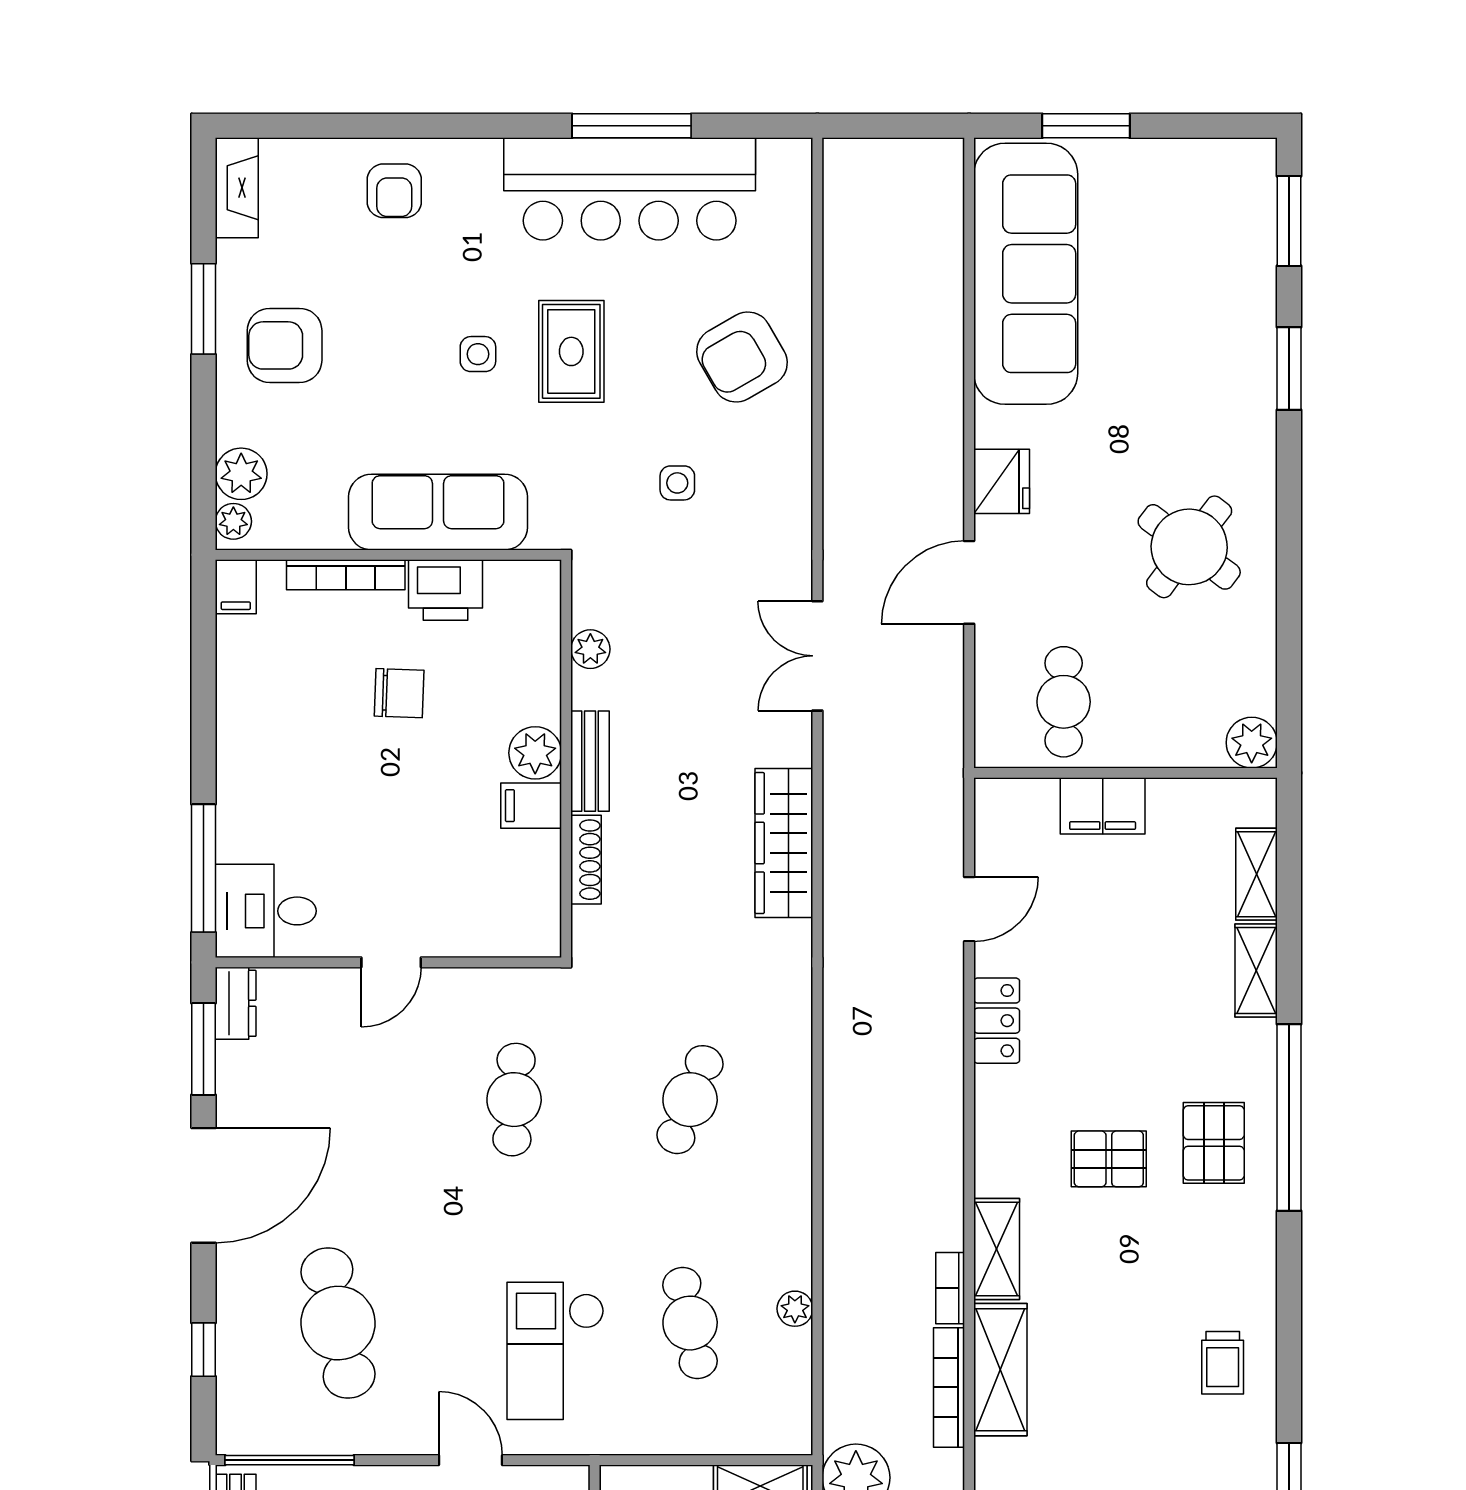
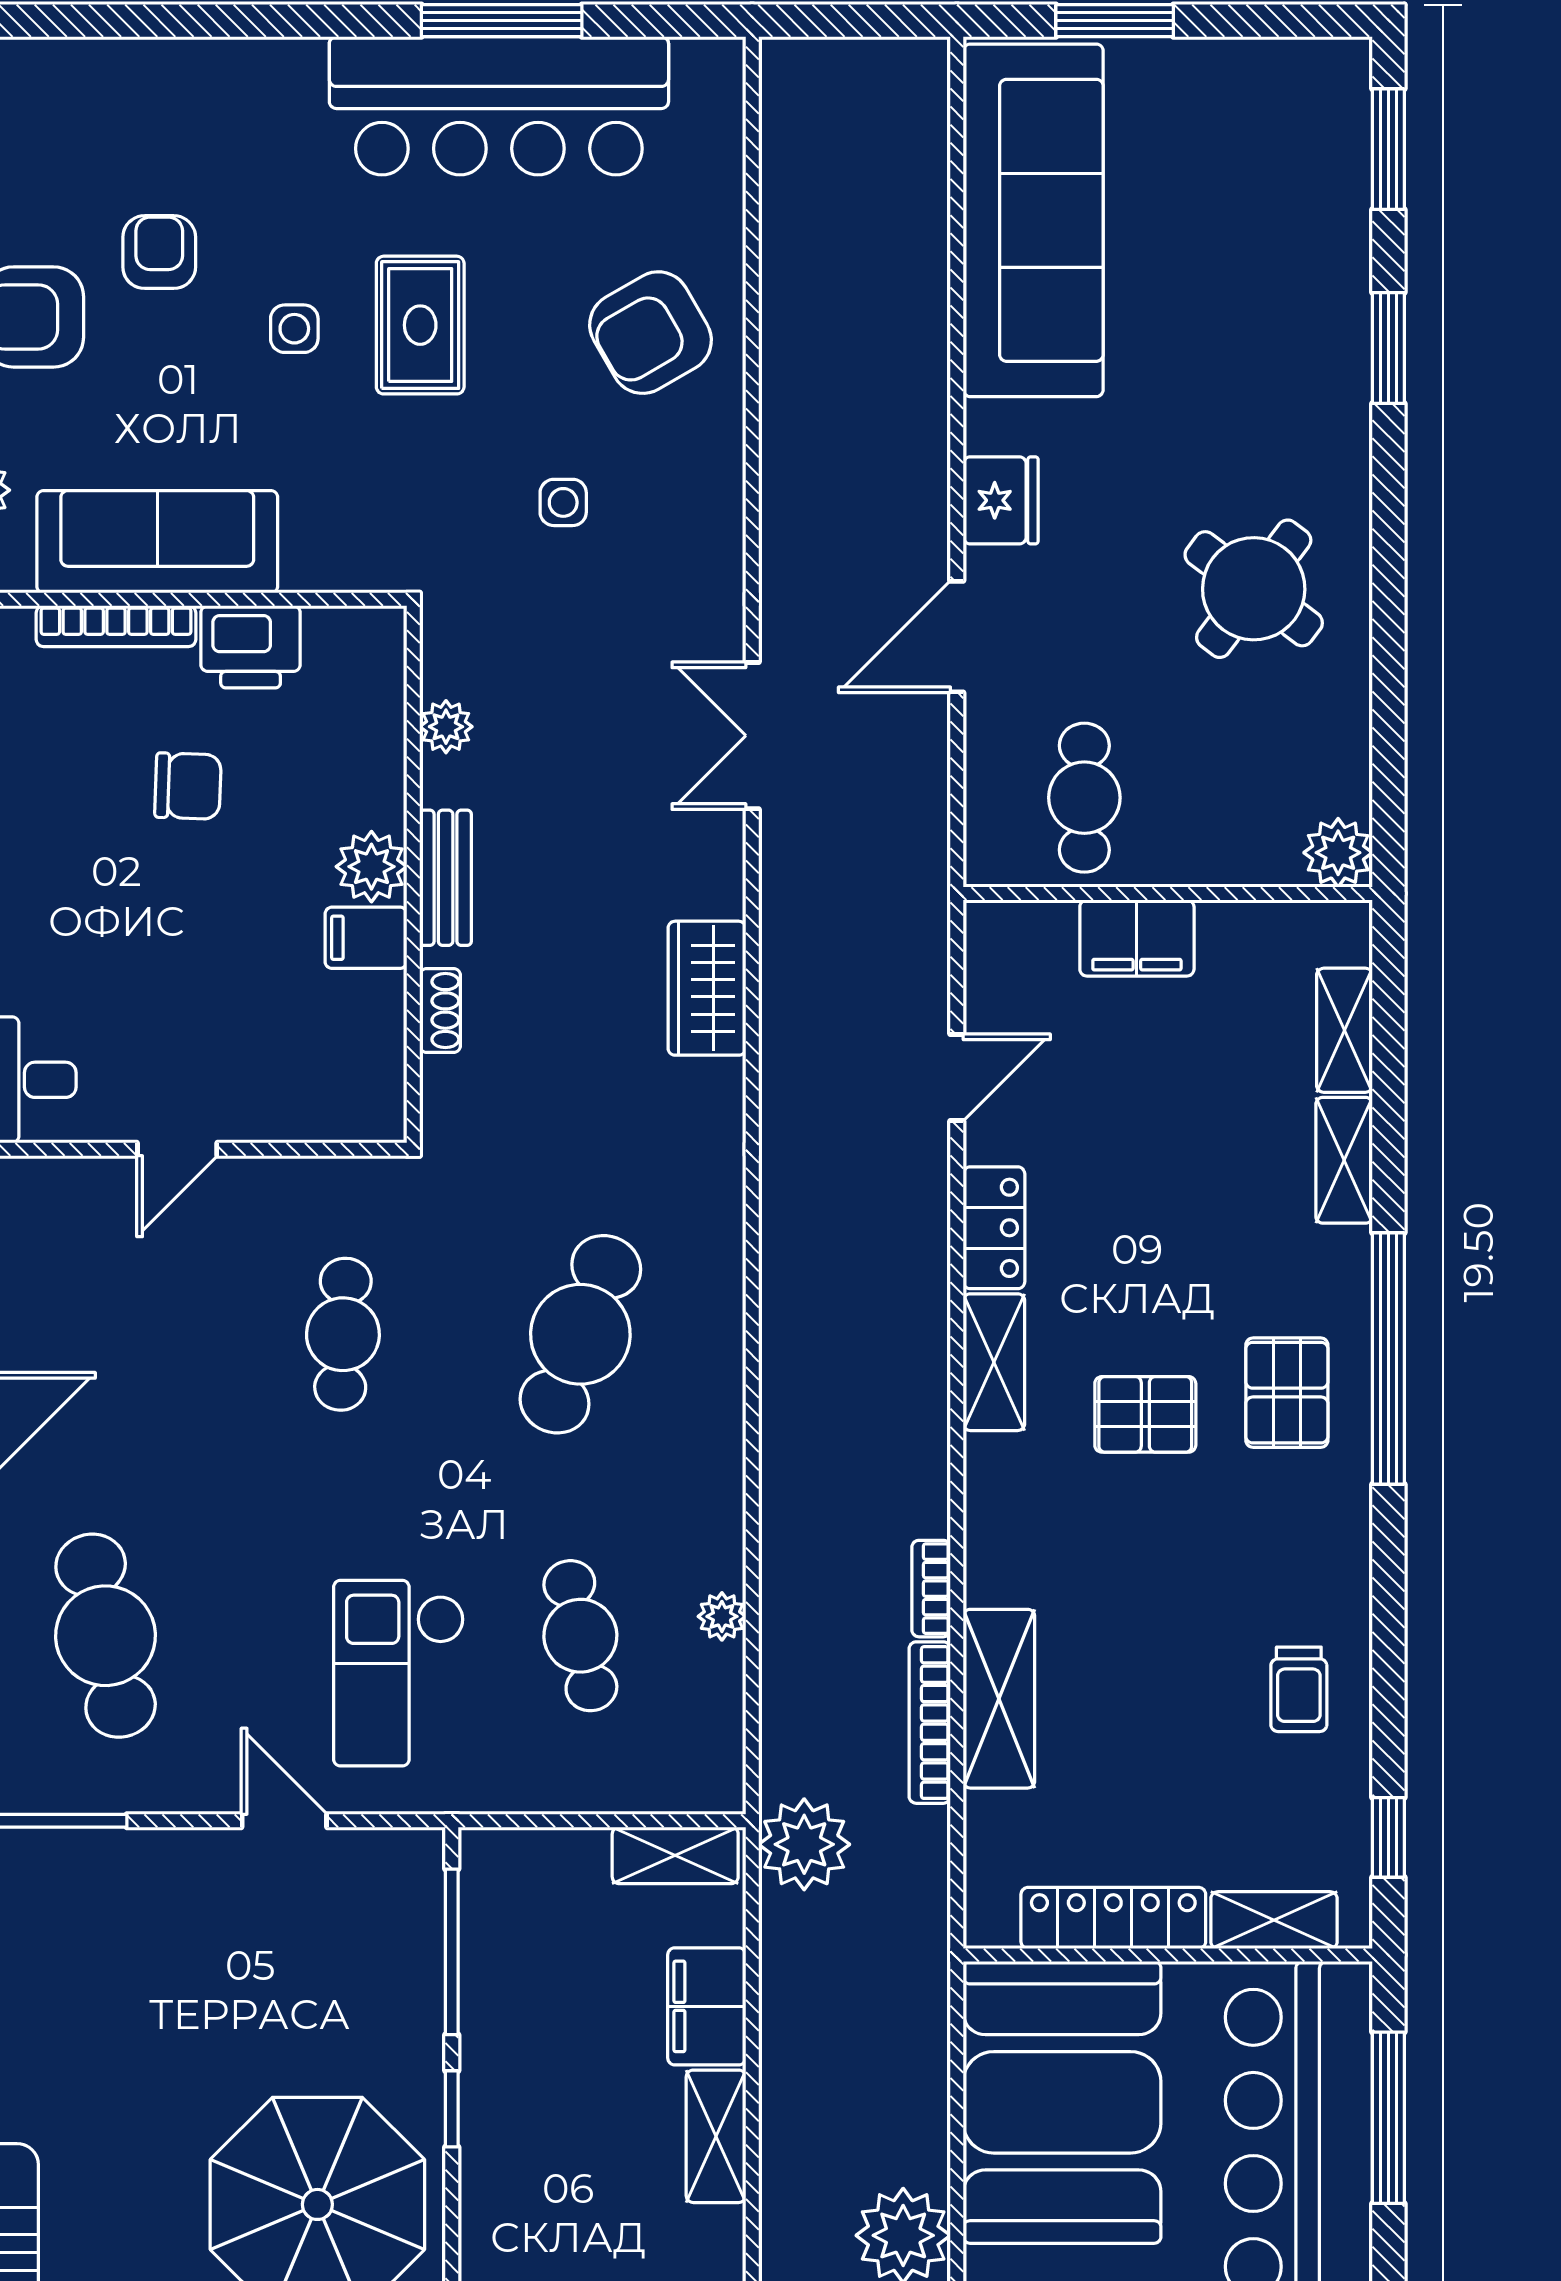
armchair: (394, 191) -> (159, 252), moved, turned 180
sofa: (438, 512) -> (157, 542), moved
wardrobe: (784, 843) -> (707, 988), width x0.67
shoe rack: (586, 860) -> (440, 1011), width x0.70
cafe table: (690, 1100) -> (580, 1334), width x1.37, depth x1.35
shelving: (997, 1249) -> (994, 1362), moved

